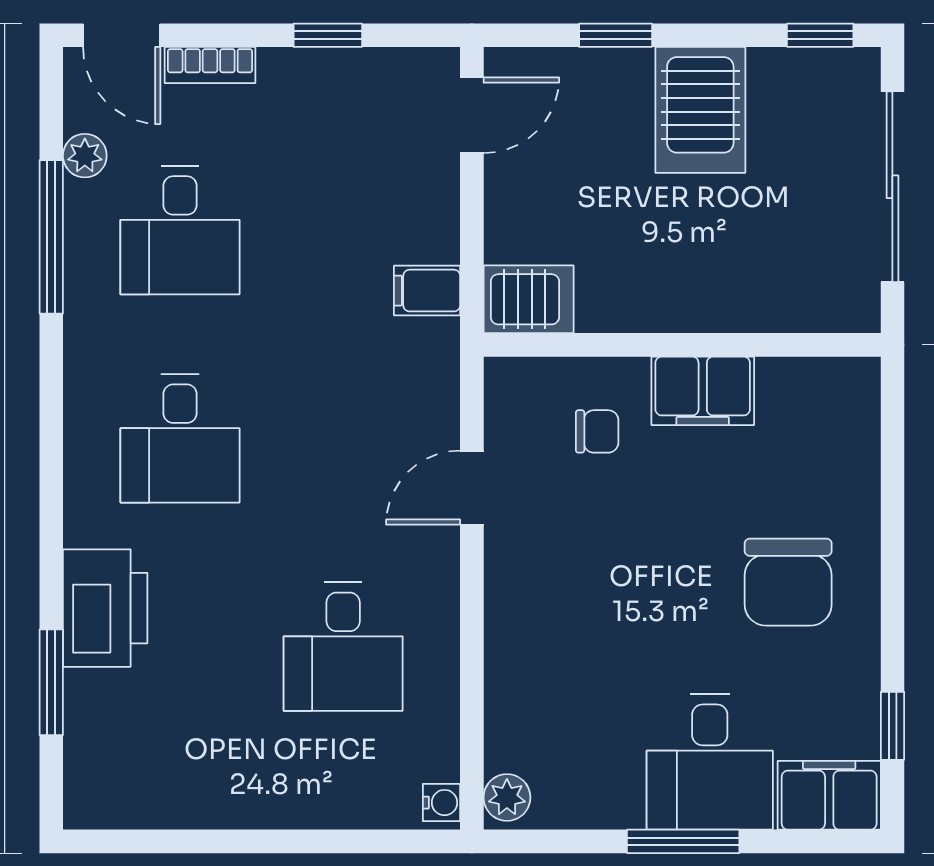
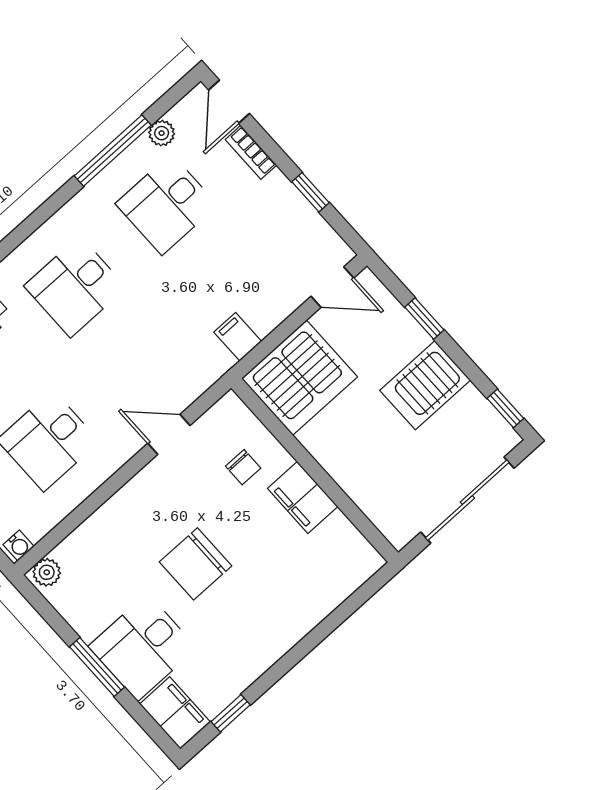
server rack: (529, 299) -> (299, 378), width x2.18, depth x1.44
chair: (788, 582) -> (196, 564), moved

